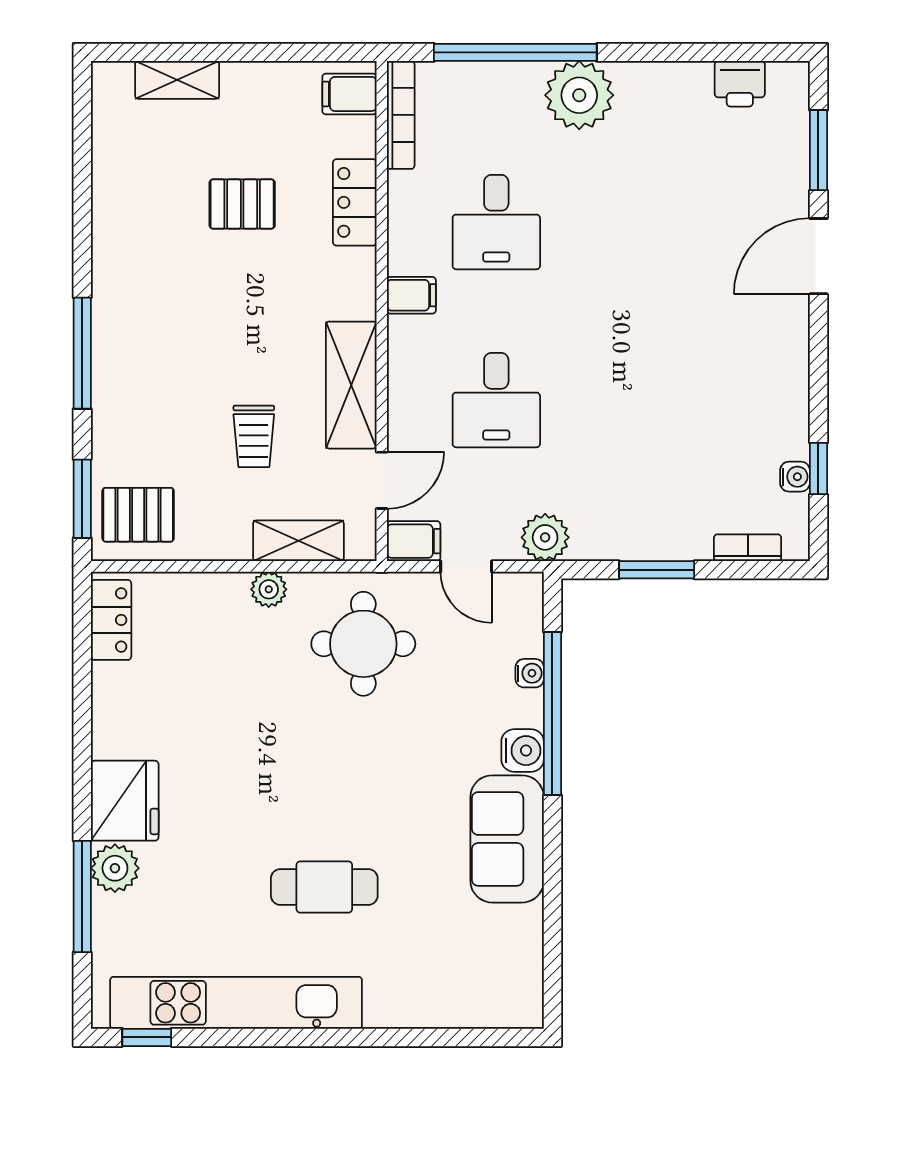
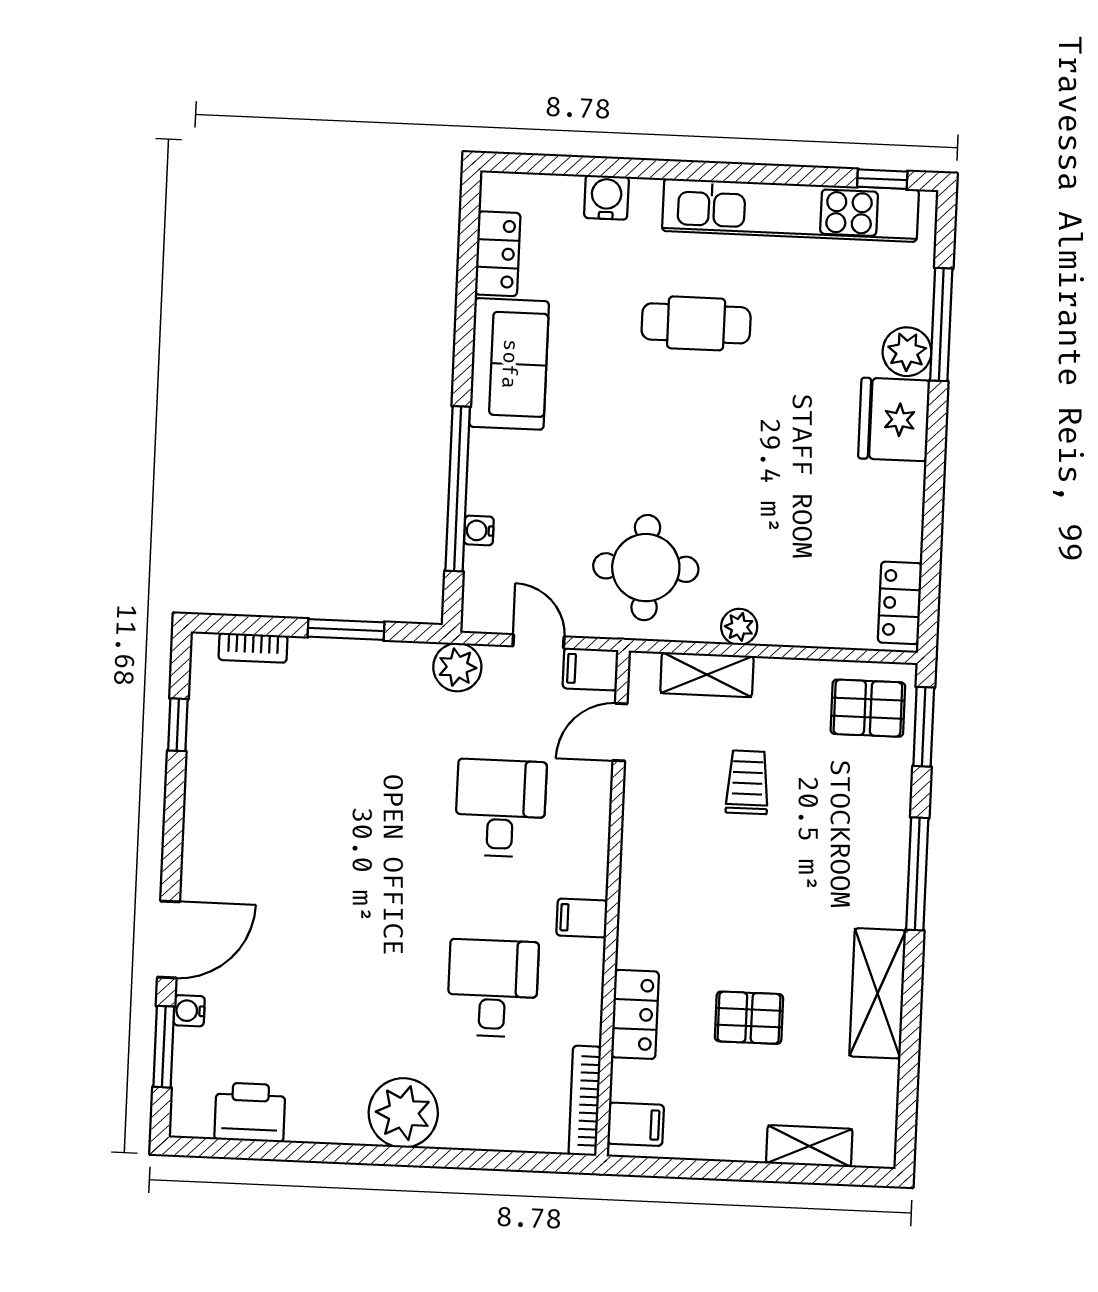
window: (515, 52) -> (466, 1159), removed
printer: (740, 84) -> (250, 1112), width x1.36, depth x1.24
shelving: (351, 385) -> (878, 993), moved
water cooler: (795, 477) -> (189, 1011), moved
water cooler: (523, 751) -> (606, 197), moved, turned 90
locker: (523, 947) -> (498, 254), added

